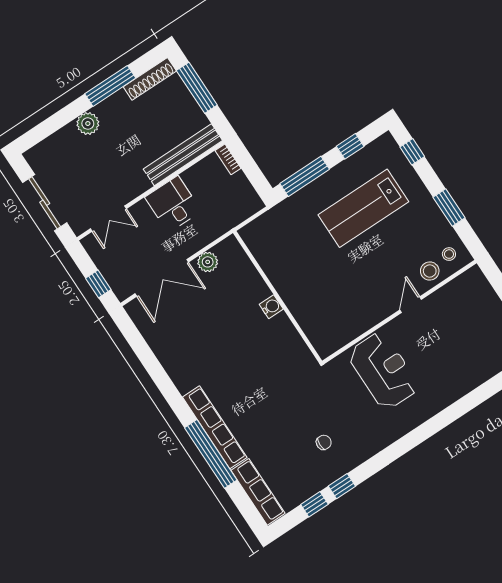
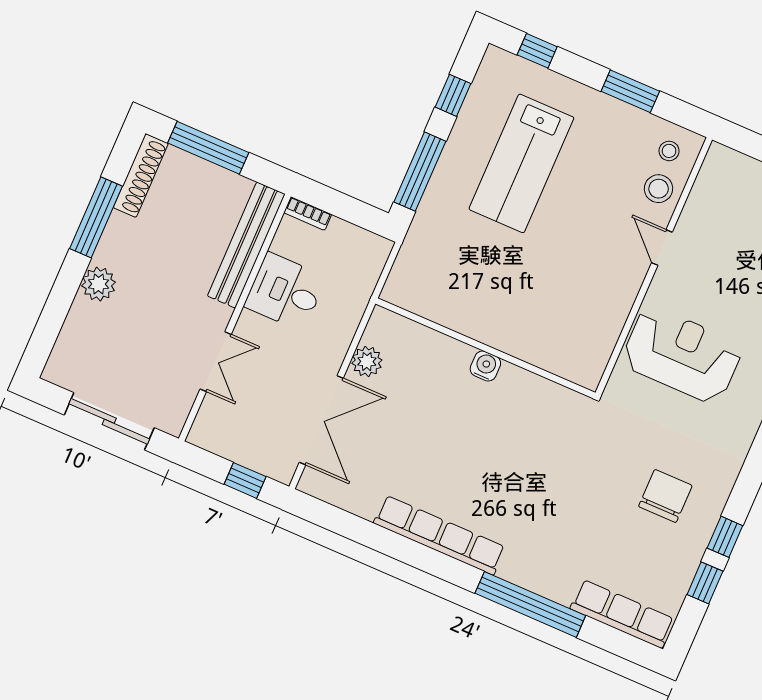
desk: (173, 204) -> (285, 292), moved
double door: (108, 219) -> (216, 362), moved
row of seats: (215, 427) -> (440, 535), moved
chair: (324, 442) -> (665, 496), width x1.87, depth x1.87

